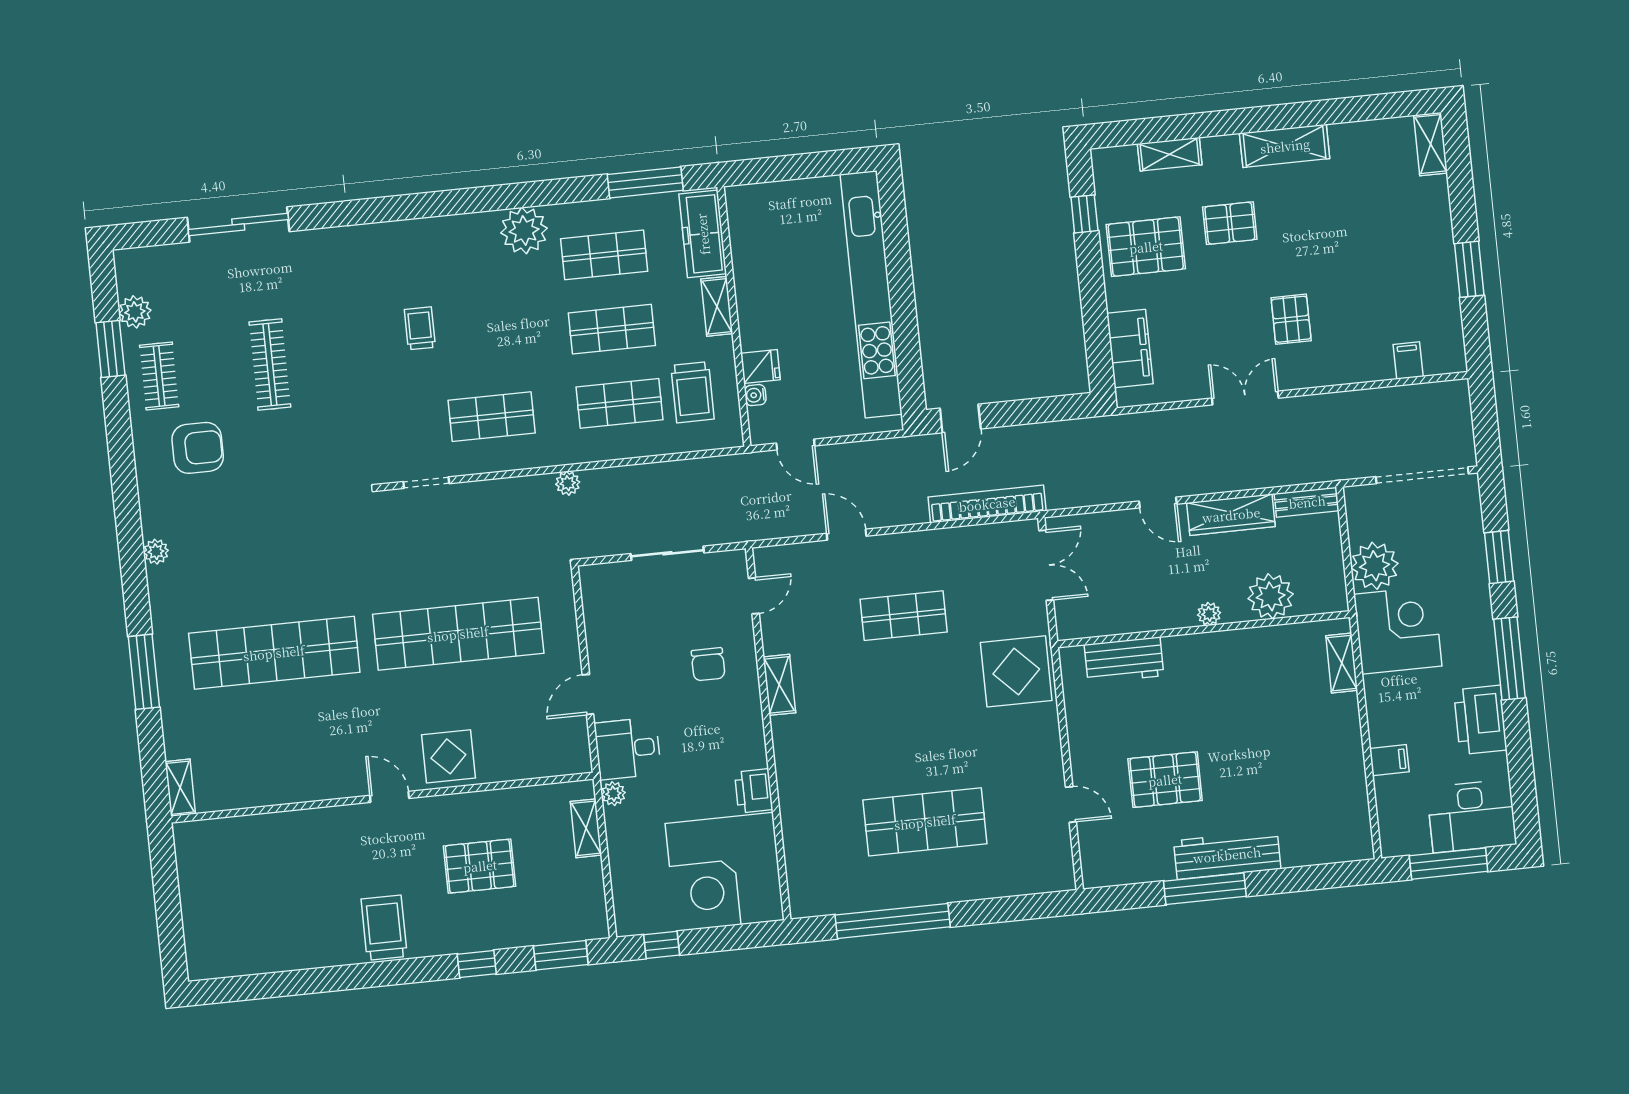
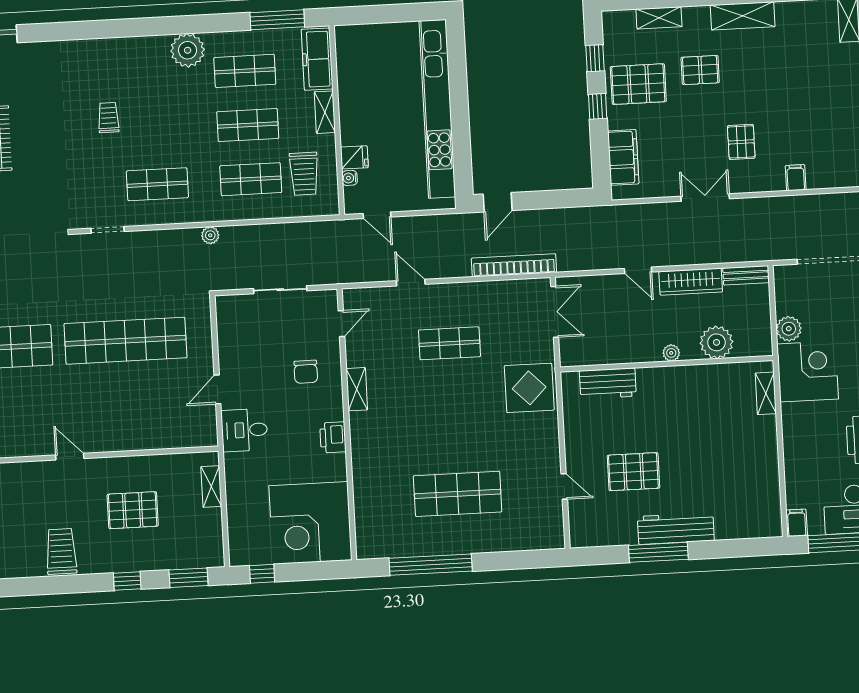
window: (1091, 280) -> (598, 106), added
filing cabinet: (1408, 361) -> (796, 178), moved
plant: (1375, 566) -> (789, 329), width x0.73, depth x0.73
display table: (448, 756) -> (114, 429), removed
filing cabinet: (1389, 760) -> (797, 523), moved, turned -90
printer: (754, 791) -> (333, 437), moved
plant: (613, 794) -> (232, 462), removed

